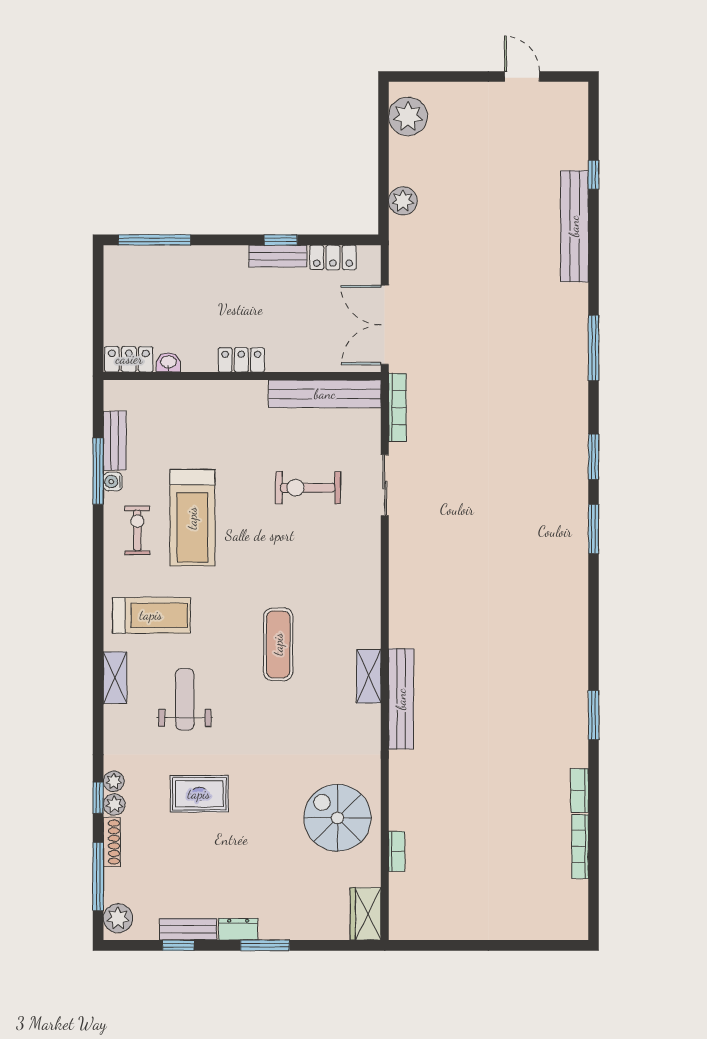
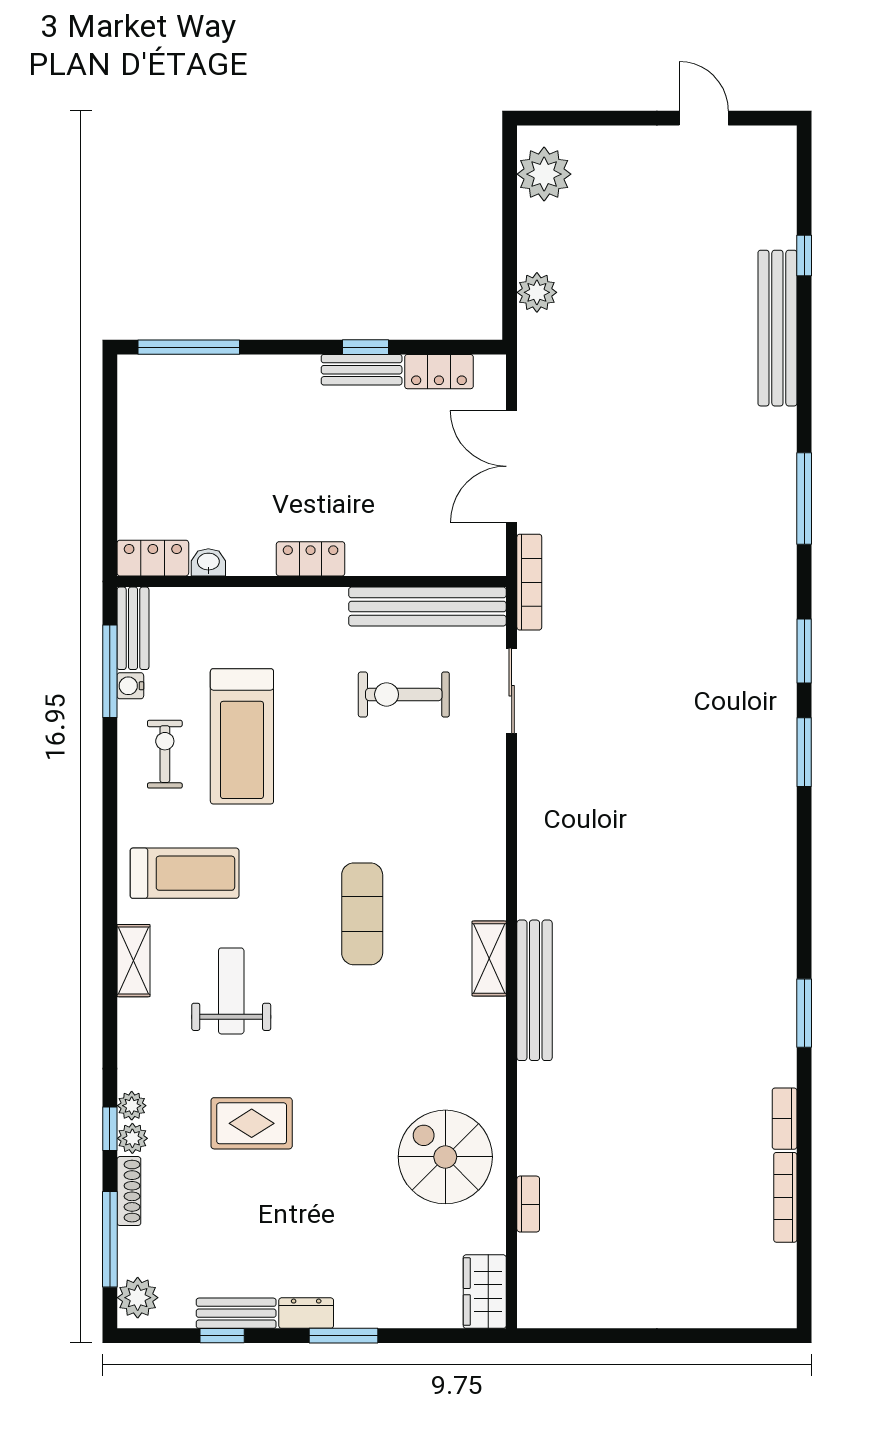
locker: (129, 359) -> (153, 558), moved
locker: (241, 360) -> (311, 559), moved
washbasin: (168, 362) -> (208, 562), moved
wall: (242, 376) -> (312, 582), moved
bench: (325, 394) -> (427, 607), moved

